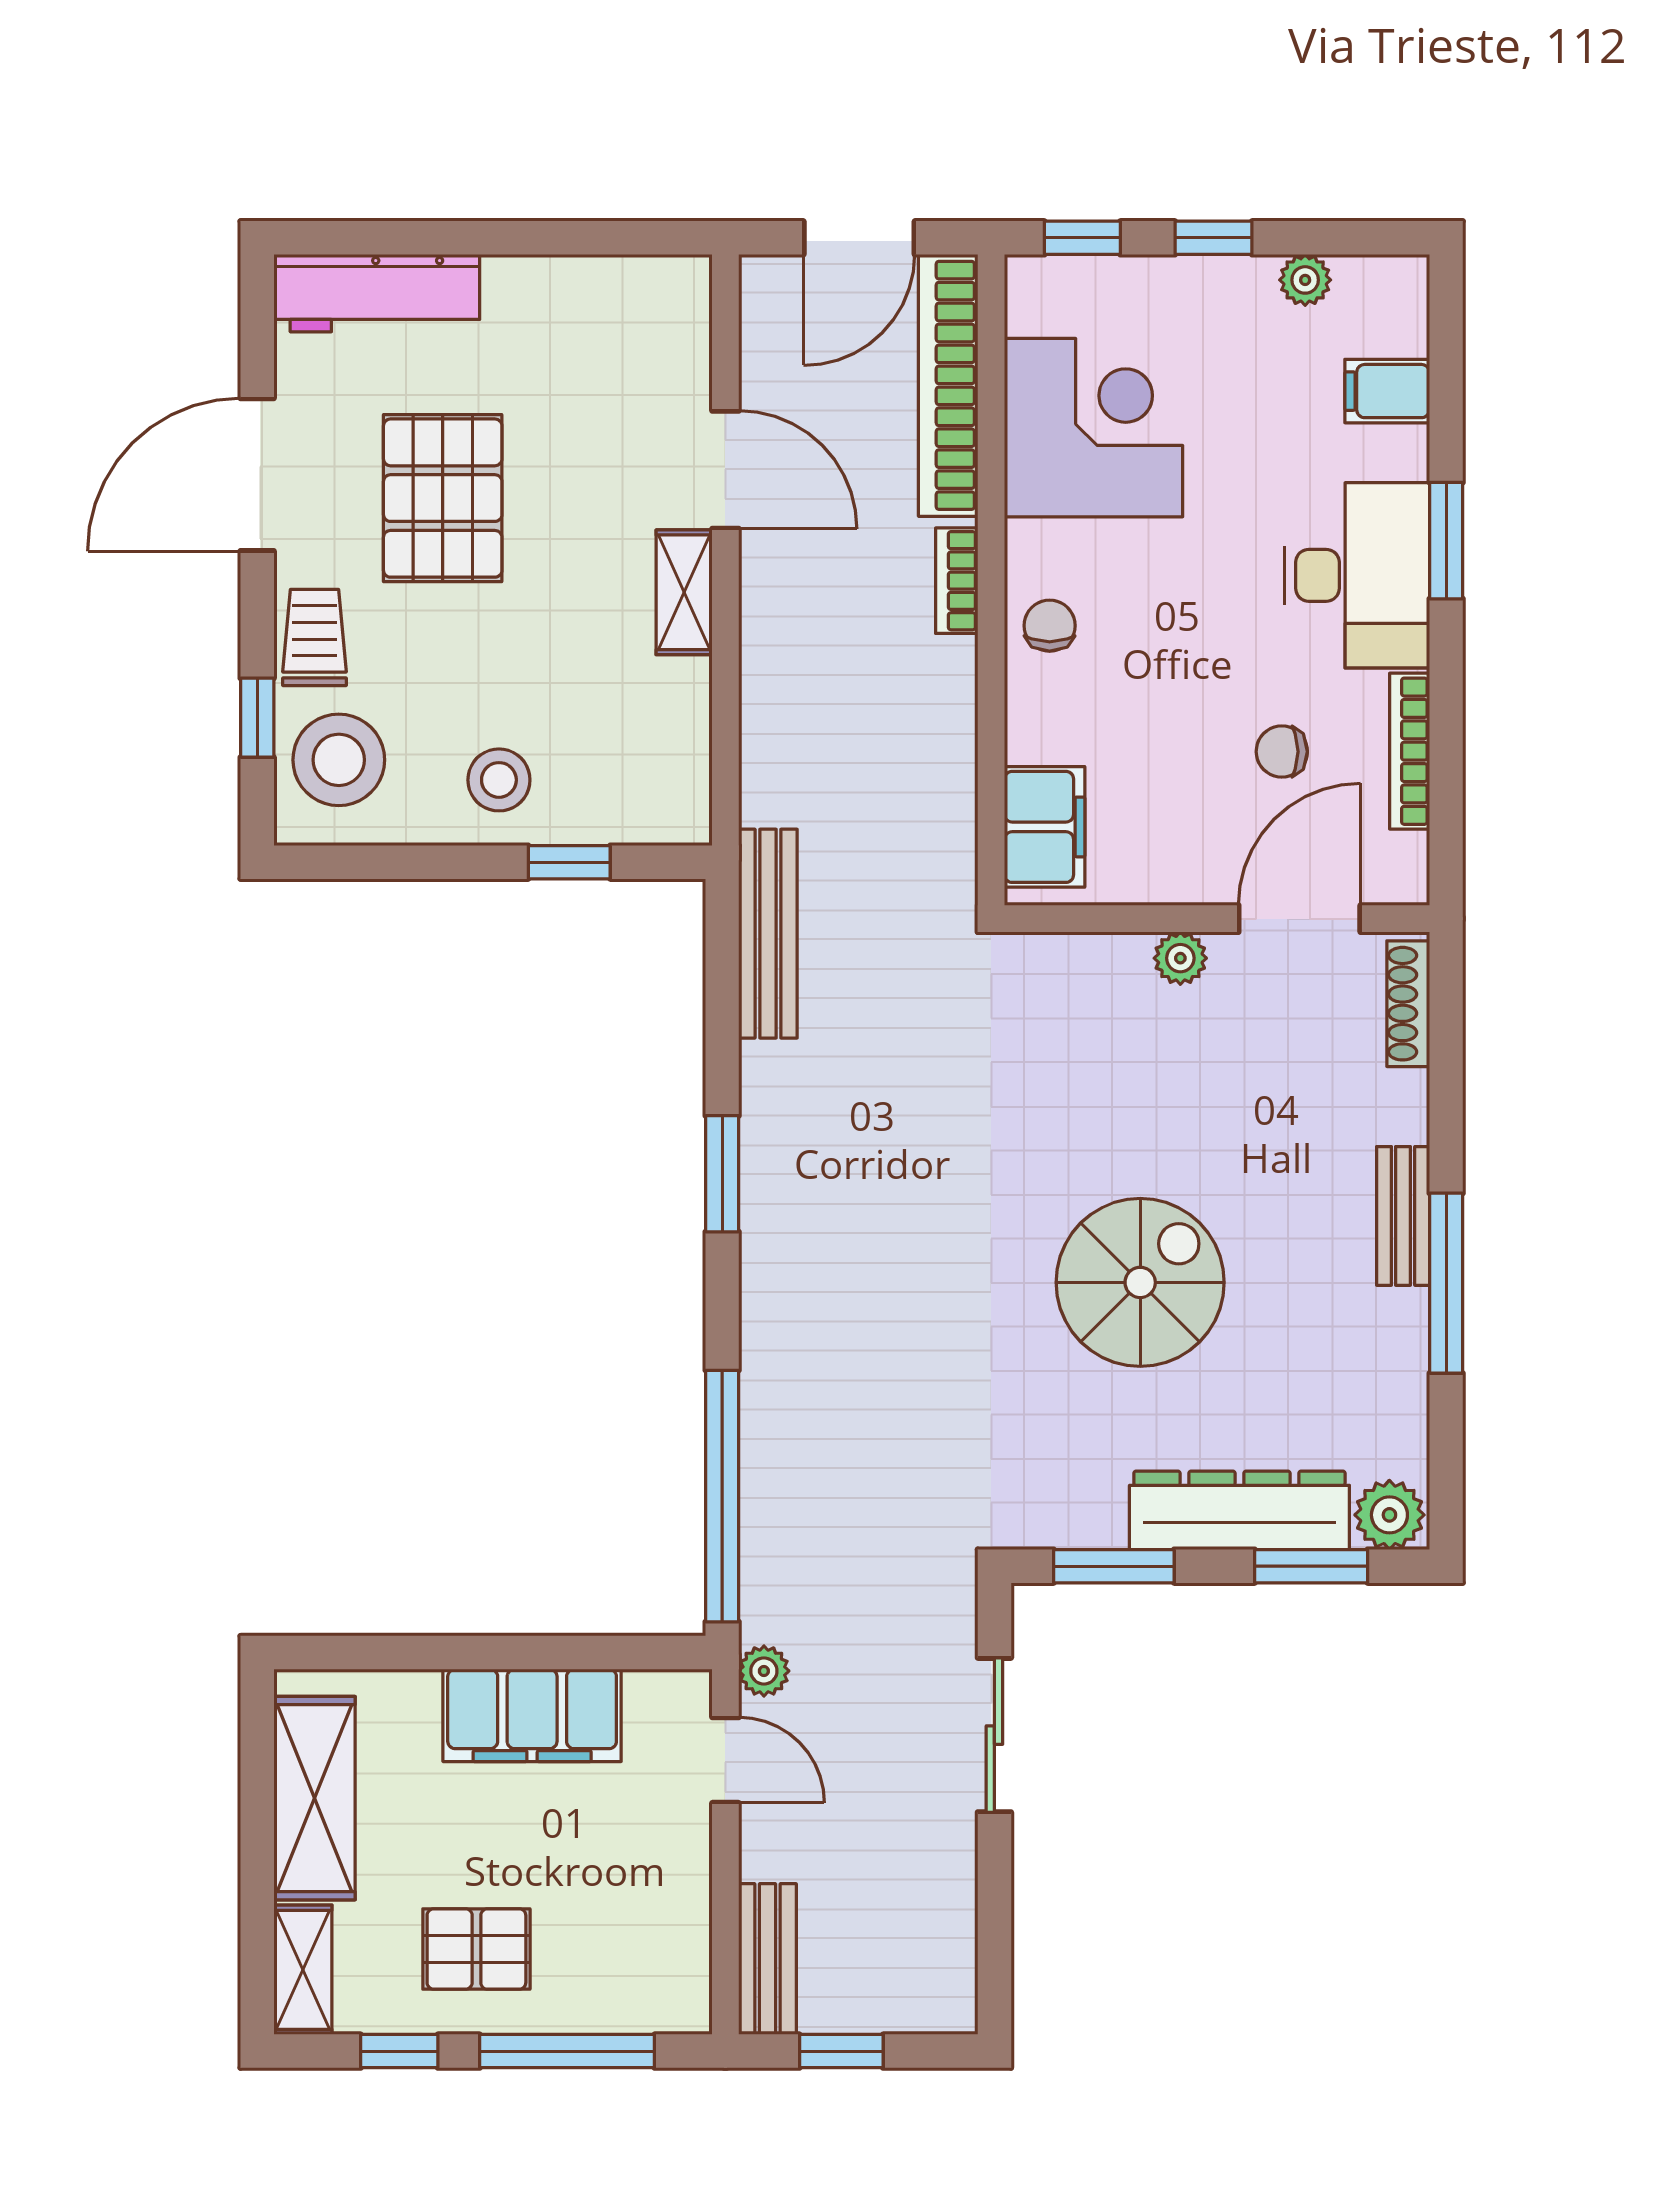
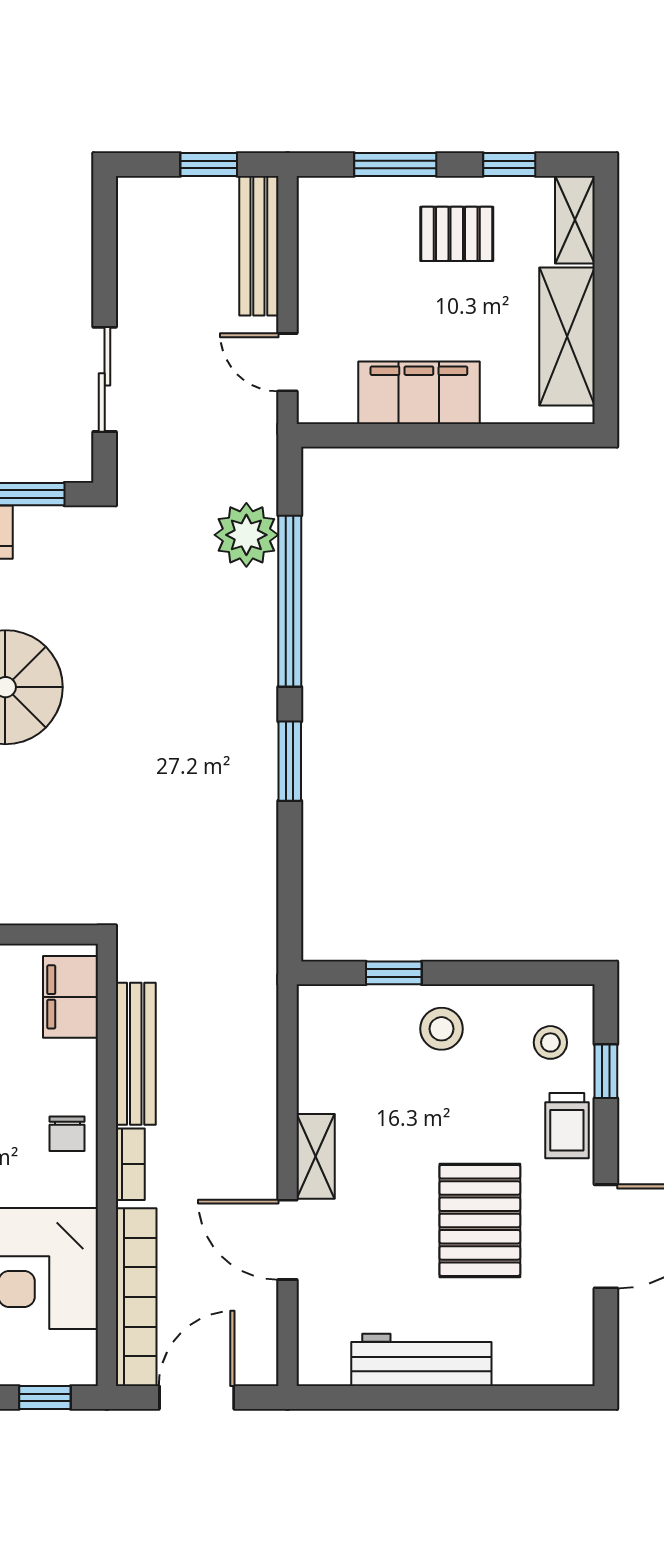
workbench: (377, 293) -> (421, 1360), moved
stool: (339, 760) -> (550, 1042), width x0.53, depth x0.53
bench: (768, 934) -> (136, 1054), moved
window: (722, 1496) -> (290, 601), moved
plant: (764, 1671) -> (246, 535), moved, width x1.87, depth x1.87
bench: (768, 1959) -> (259, 246), width x1.36
window: (567, 2051) -> (395, 164), width x0.69

